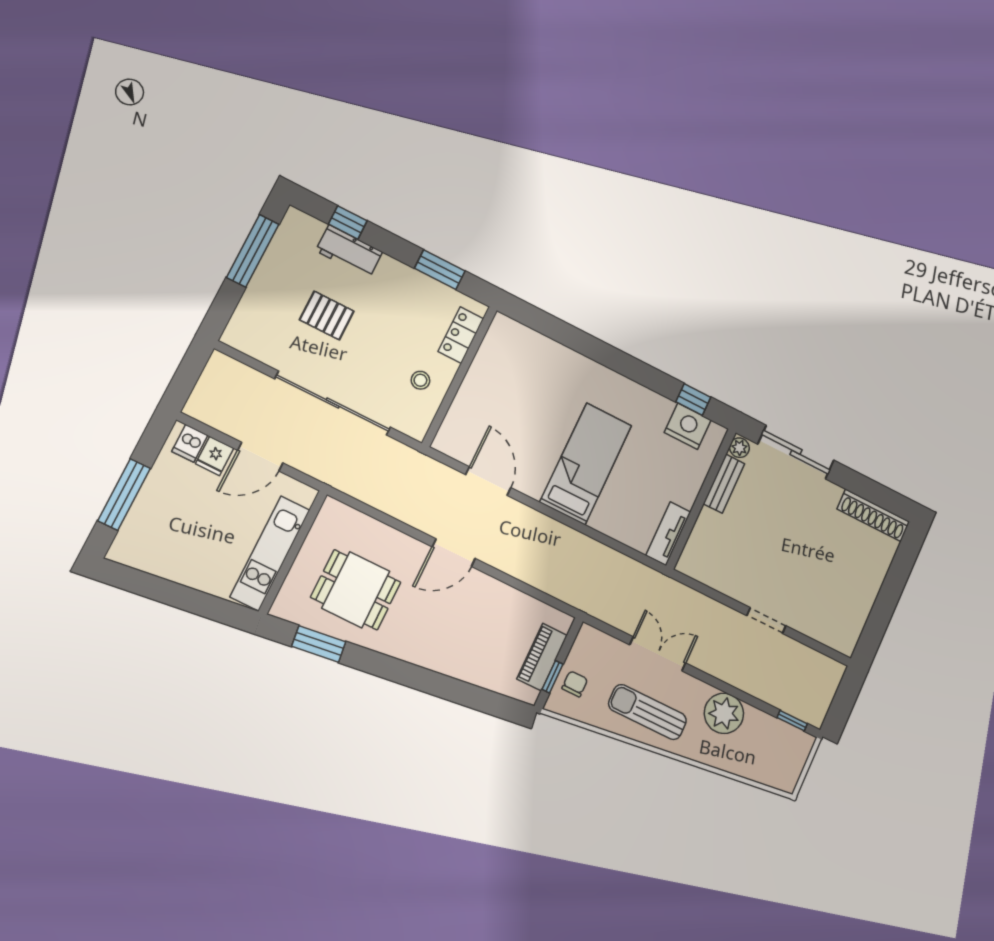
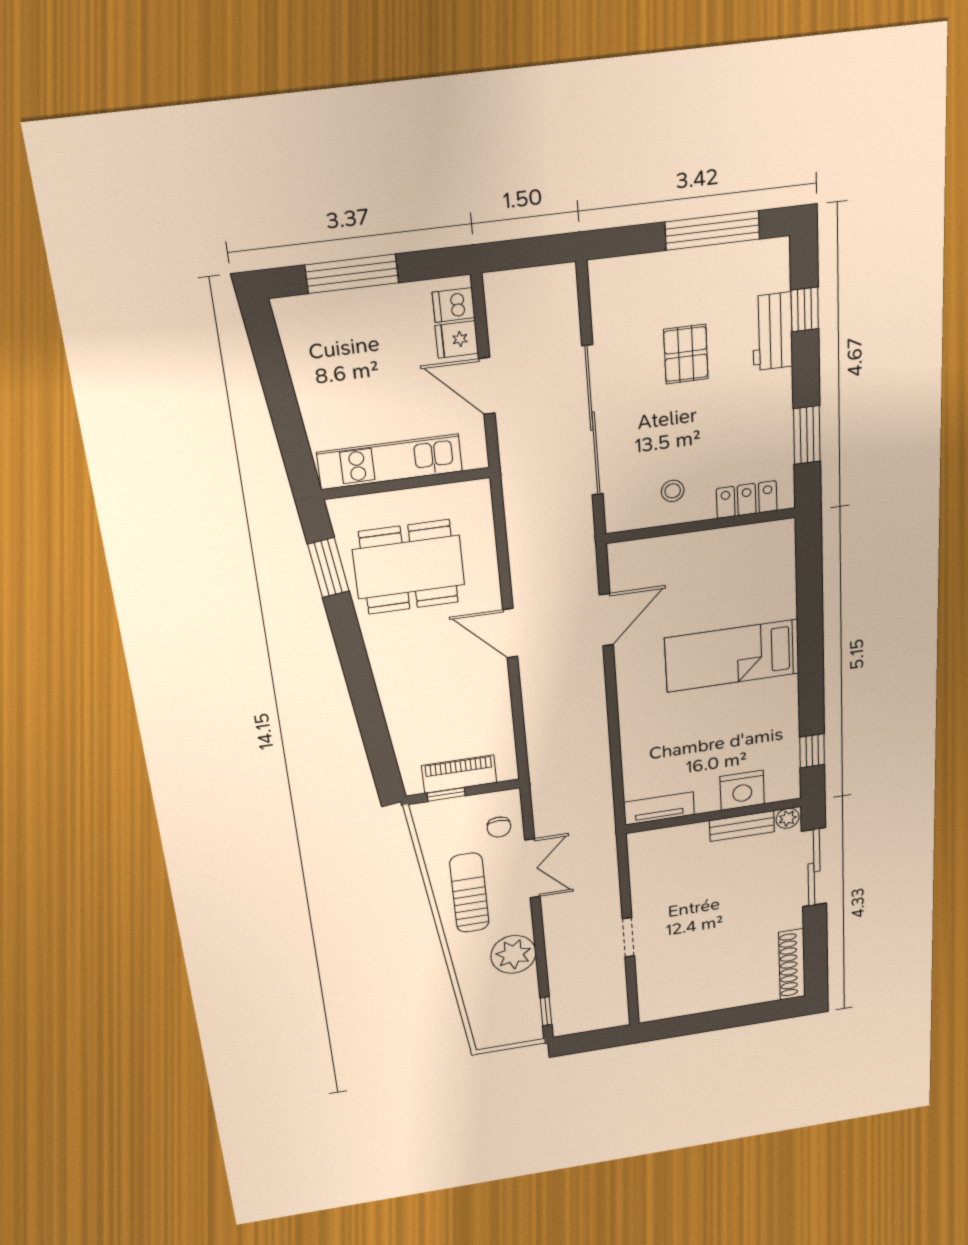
nightstand: (688, 426) -> (742, 790), moved, turned 90
bed: (586, 464) -> (732, 656), moved, turned 180
dining table: (356, 590) -> (409, 567), width x1.38
chair: (575, 684) -> (499, 827), moved, turned 90

